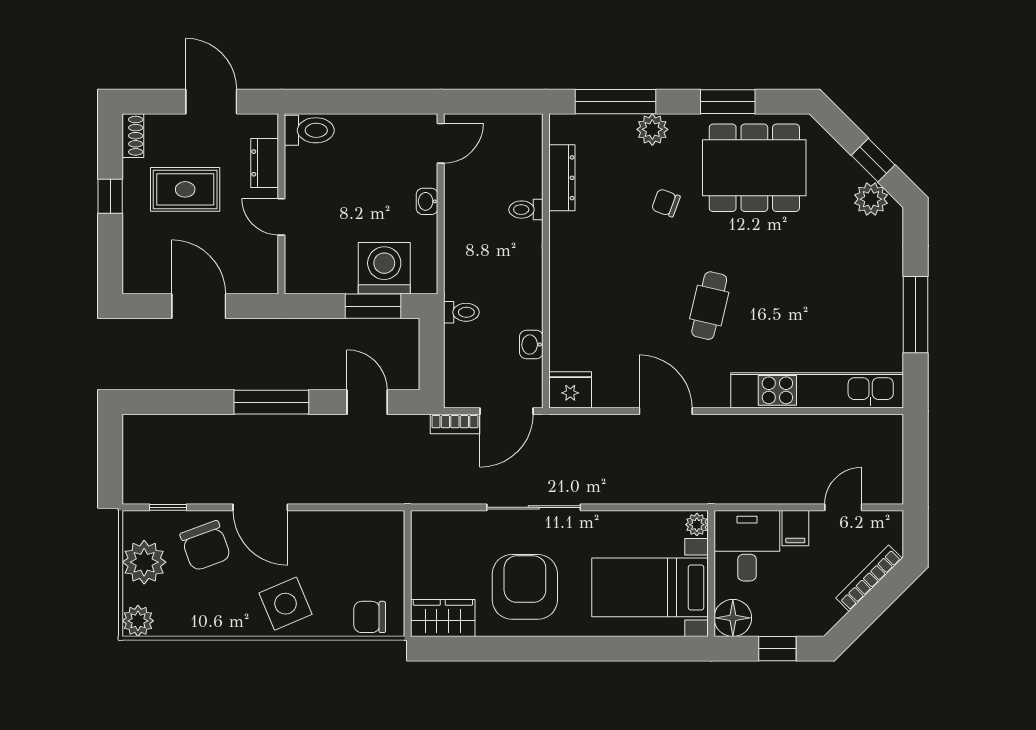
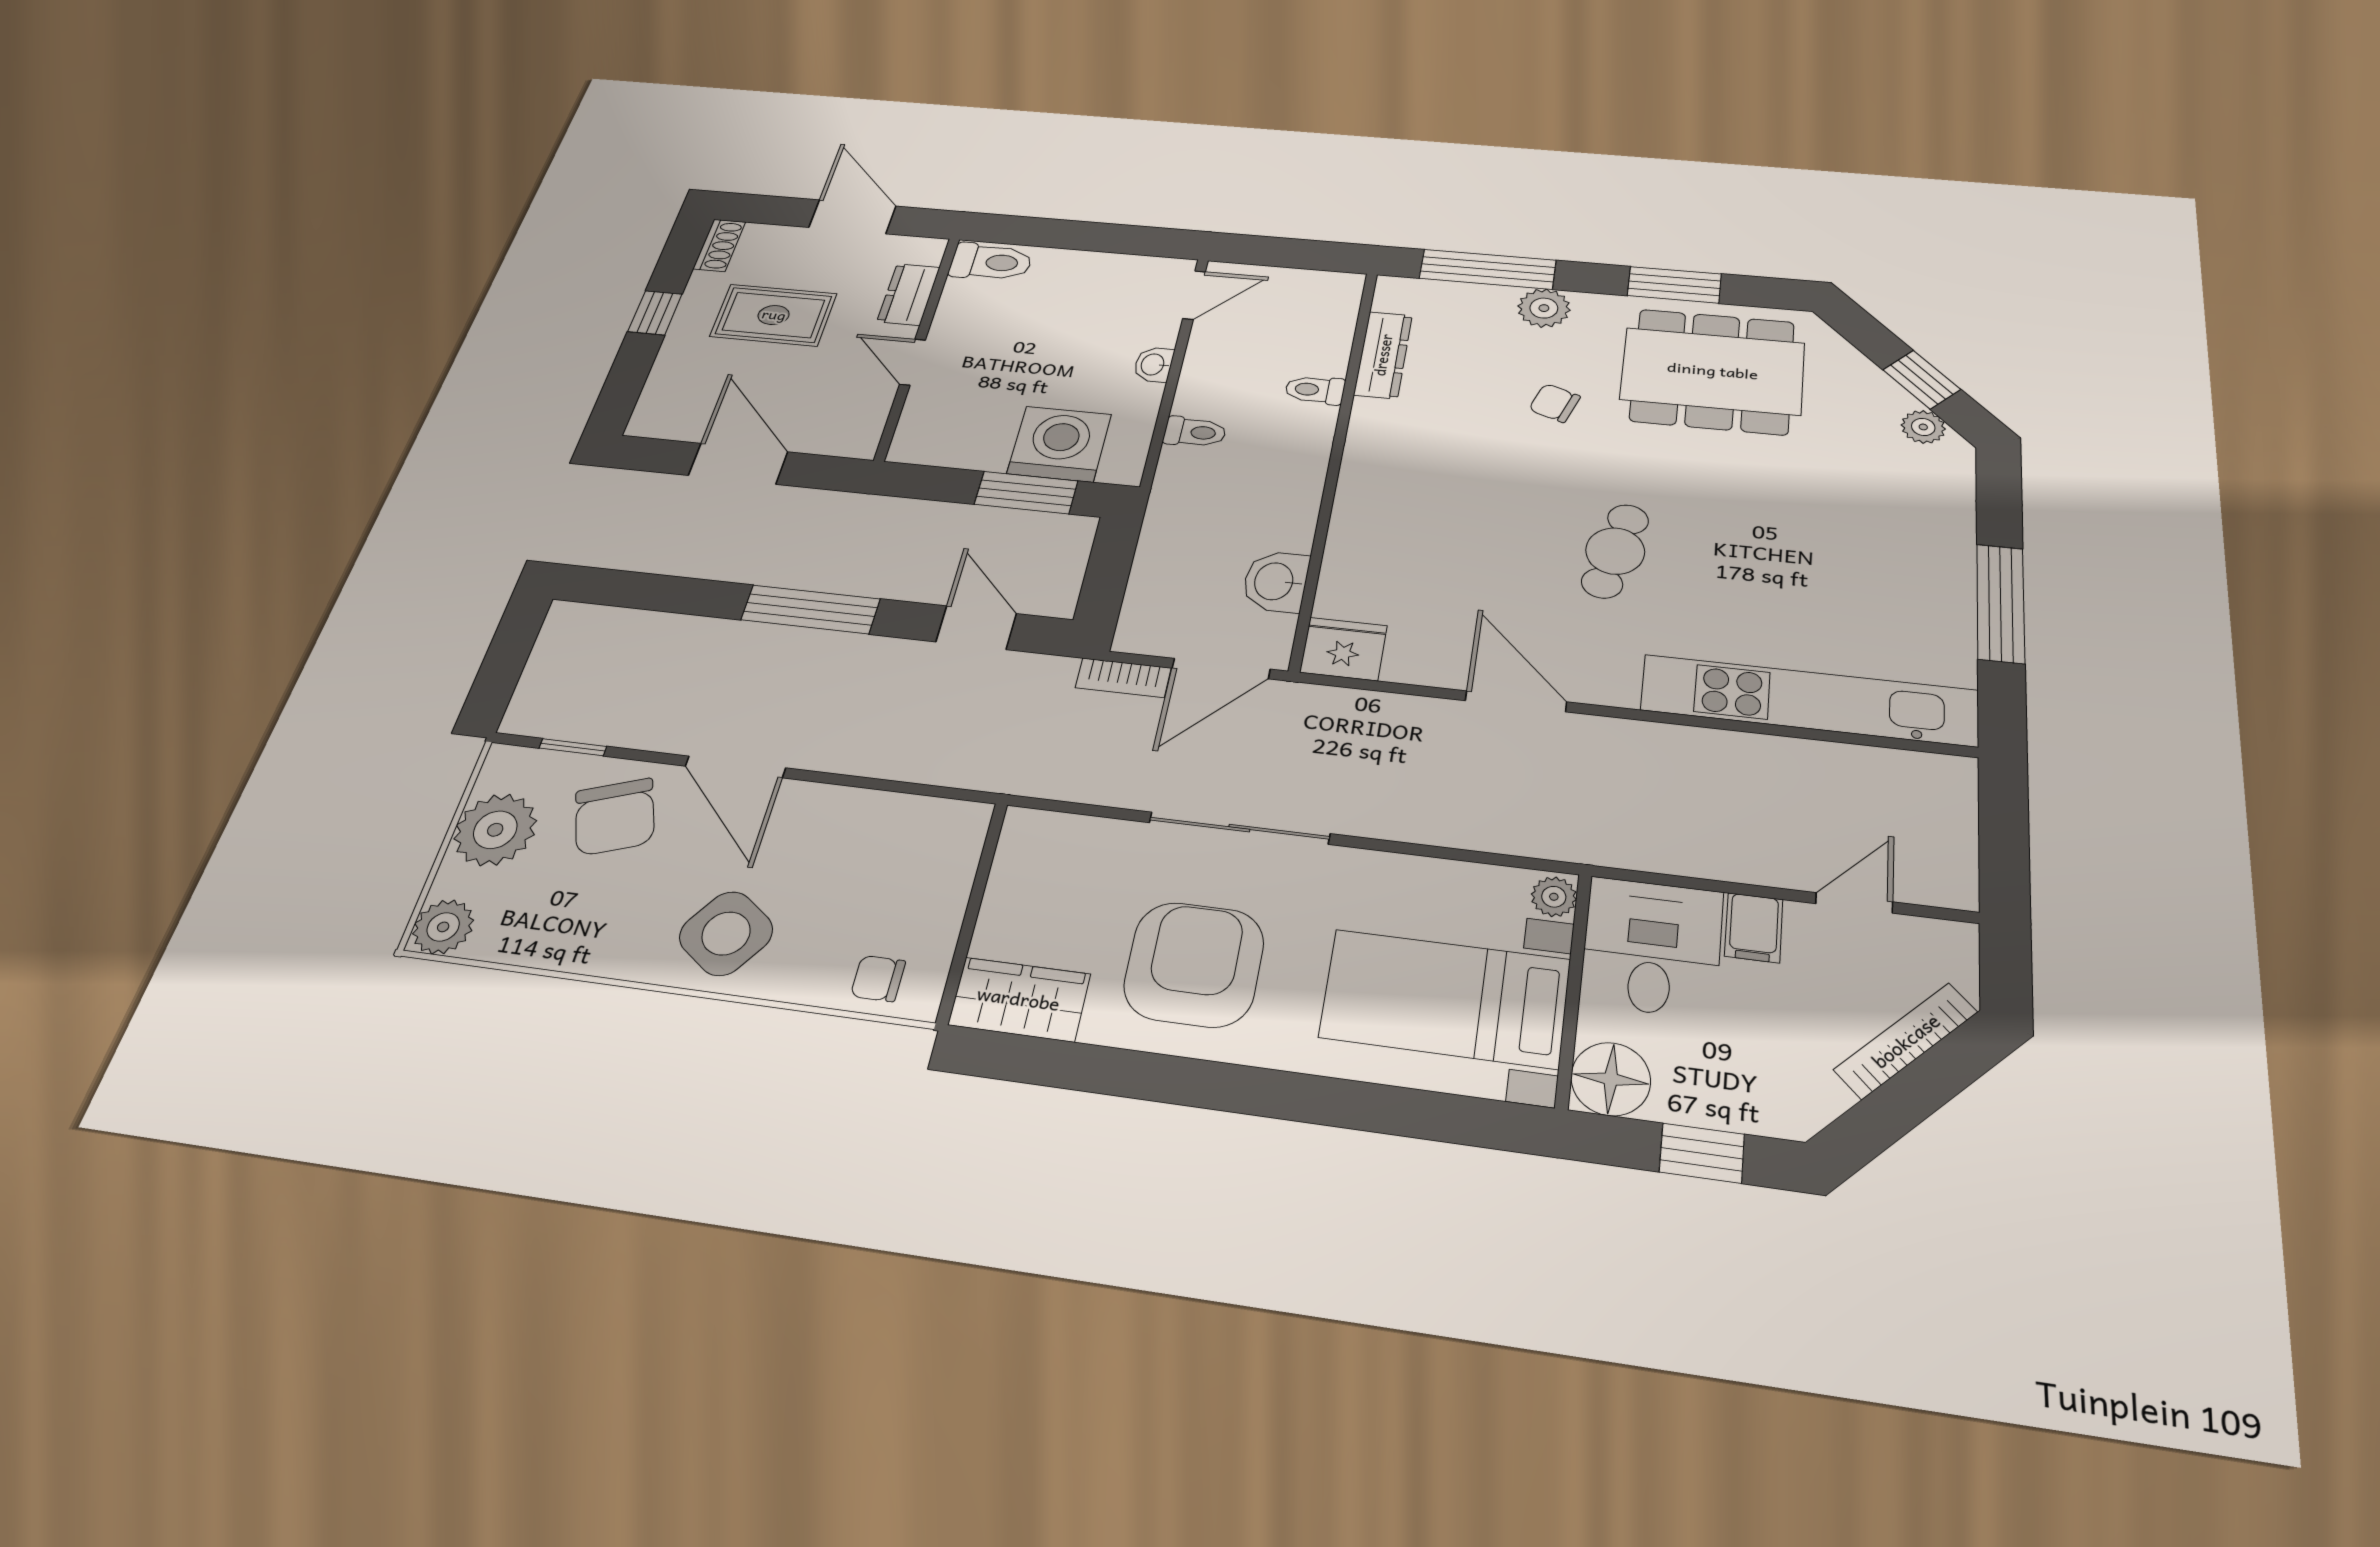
plant: (871, 199) -> (1923, 427), width x0.73, depth x0.73
toilet: (461, 312) -> (1195, 432), moved
washbasin: (531, 345) -> (1276, 581), width x1.38, depth x1.45
side table: (286, 604) -> (726, 933), turned -32
chair: (370, 617) -> (878, 978), width x0.73, depth x0.73

